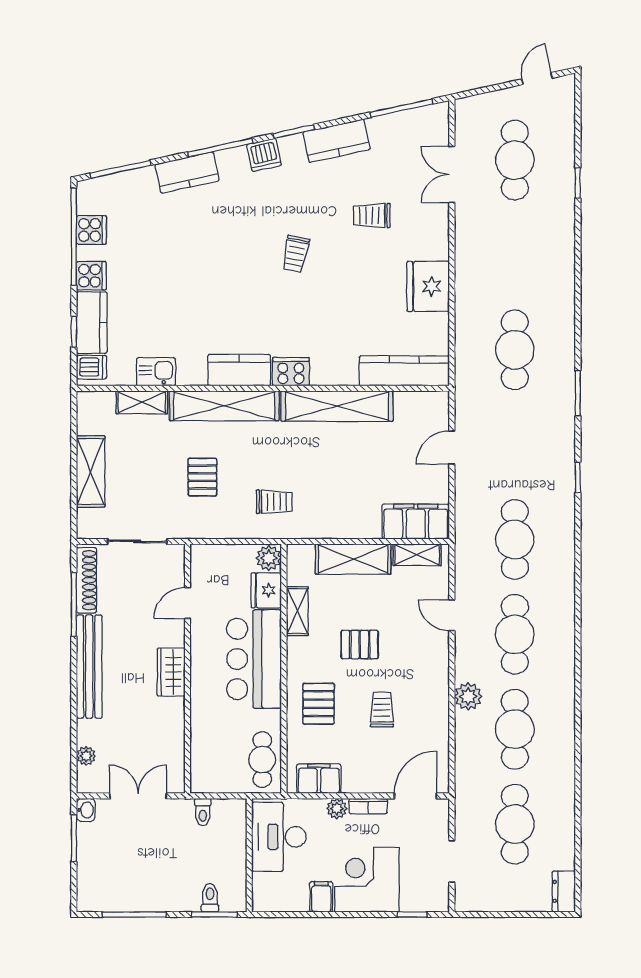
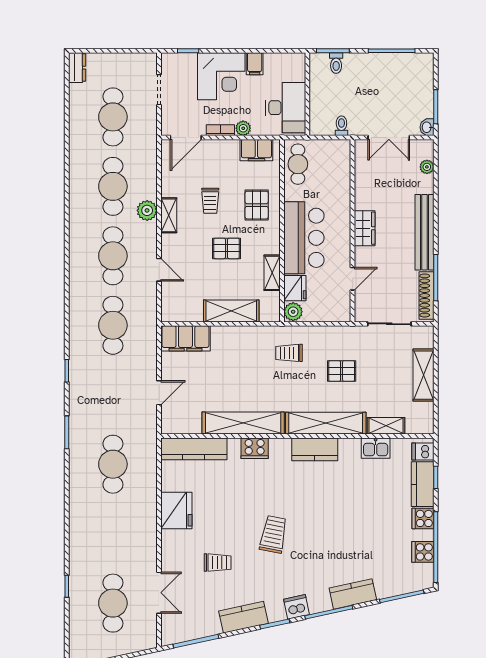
trolley: (296, 254) -> (273, 534), width x1.36, depth x1.39
cooker: (291, 372) -> (255, 448), moved
pallet: (202, 477) -> (342, 371), turned 90
shelving: (417, 555) -> (169, 215), moved, turned 90

